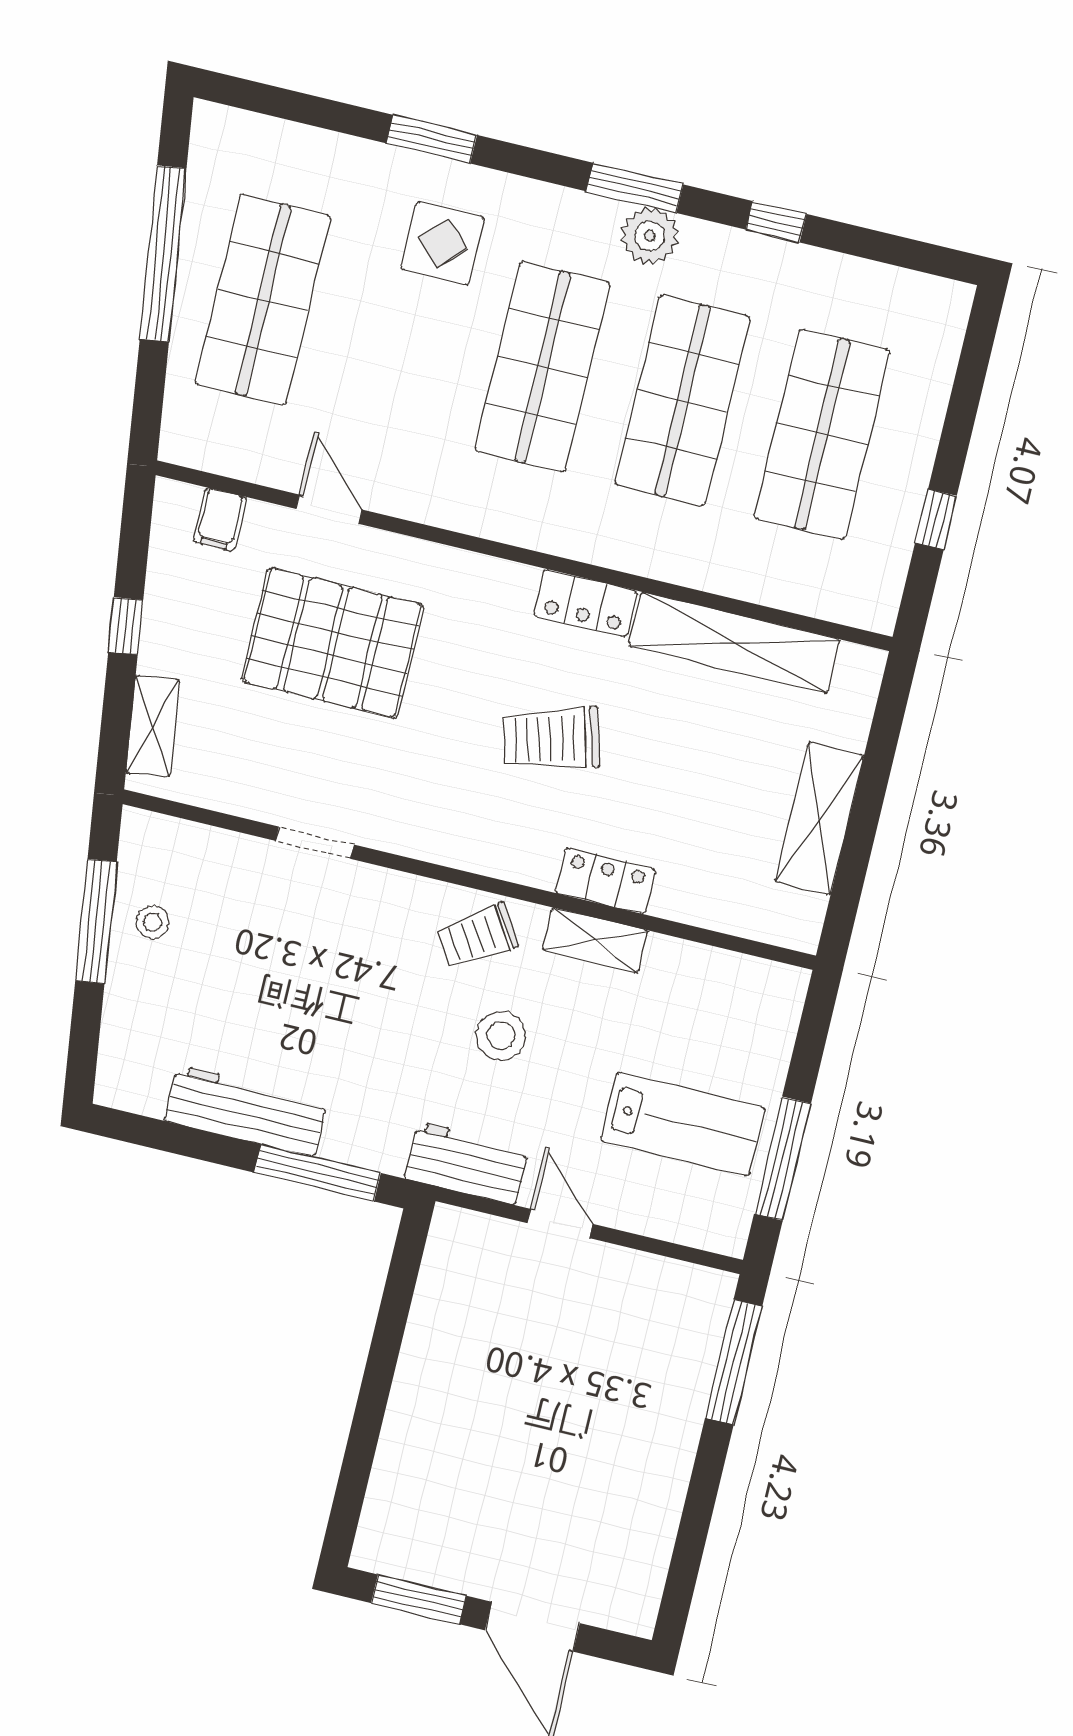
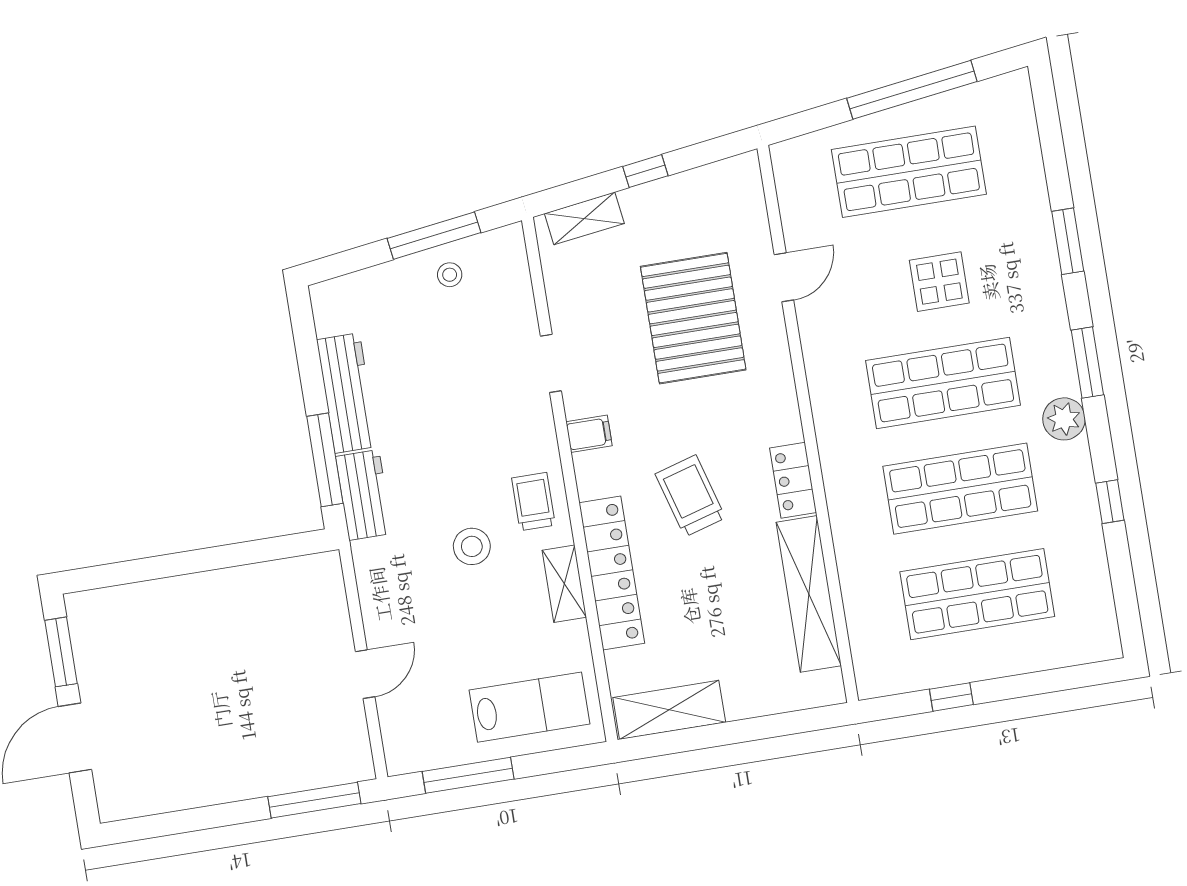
window: (635, 188) -> (1087, 362), moved
display table: (443, 243) -> (939, 282), moved
filing cabinet: (220, 520) -> (589, 434), moved, turned 180
shelving: (819, 819) -> (669, 710), moved
locker: (605, 881) -> (612, 573), width x2.16, depth x1.21
trolley: (477, 936) -> (533, 502), turned 33
lab bench: (683, 1124) -> (530, 707), moved, turned -90
workbench: (467, 1163) -> (364, 495), moved
door: (560, 1223) -> (365, 674), moved

